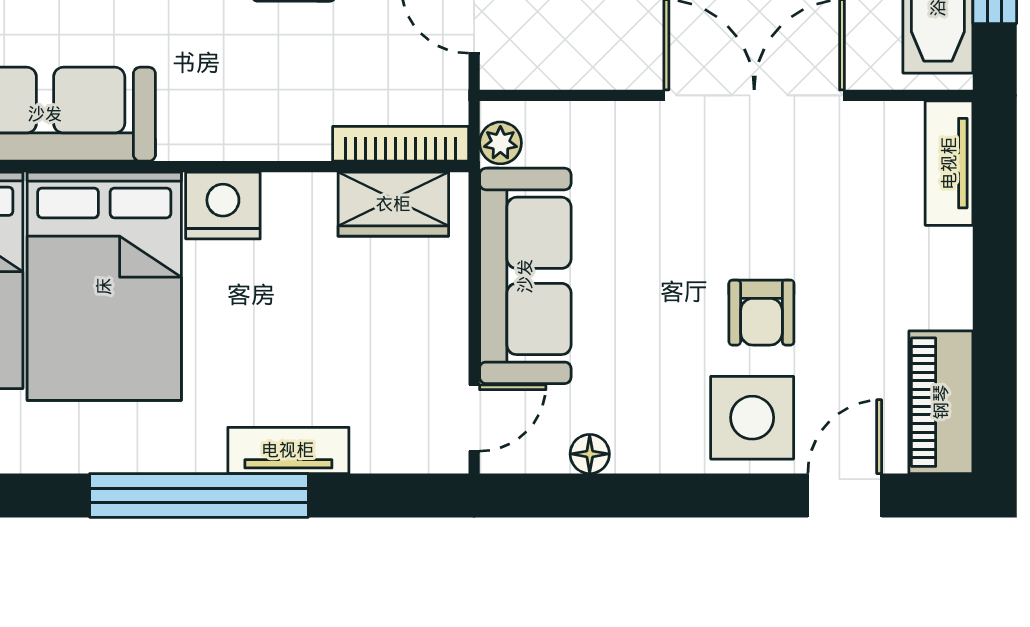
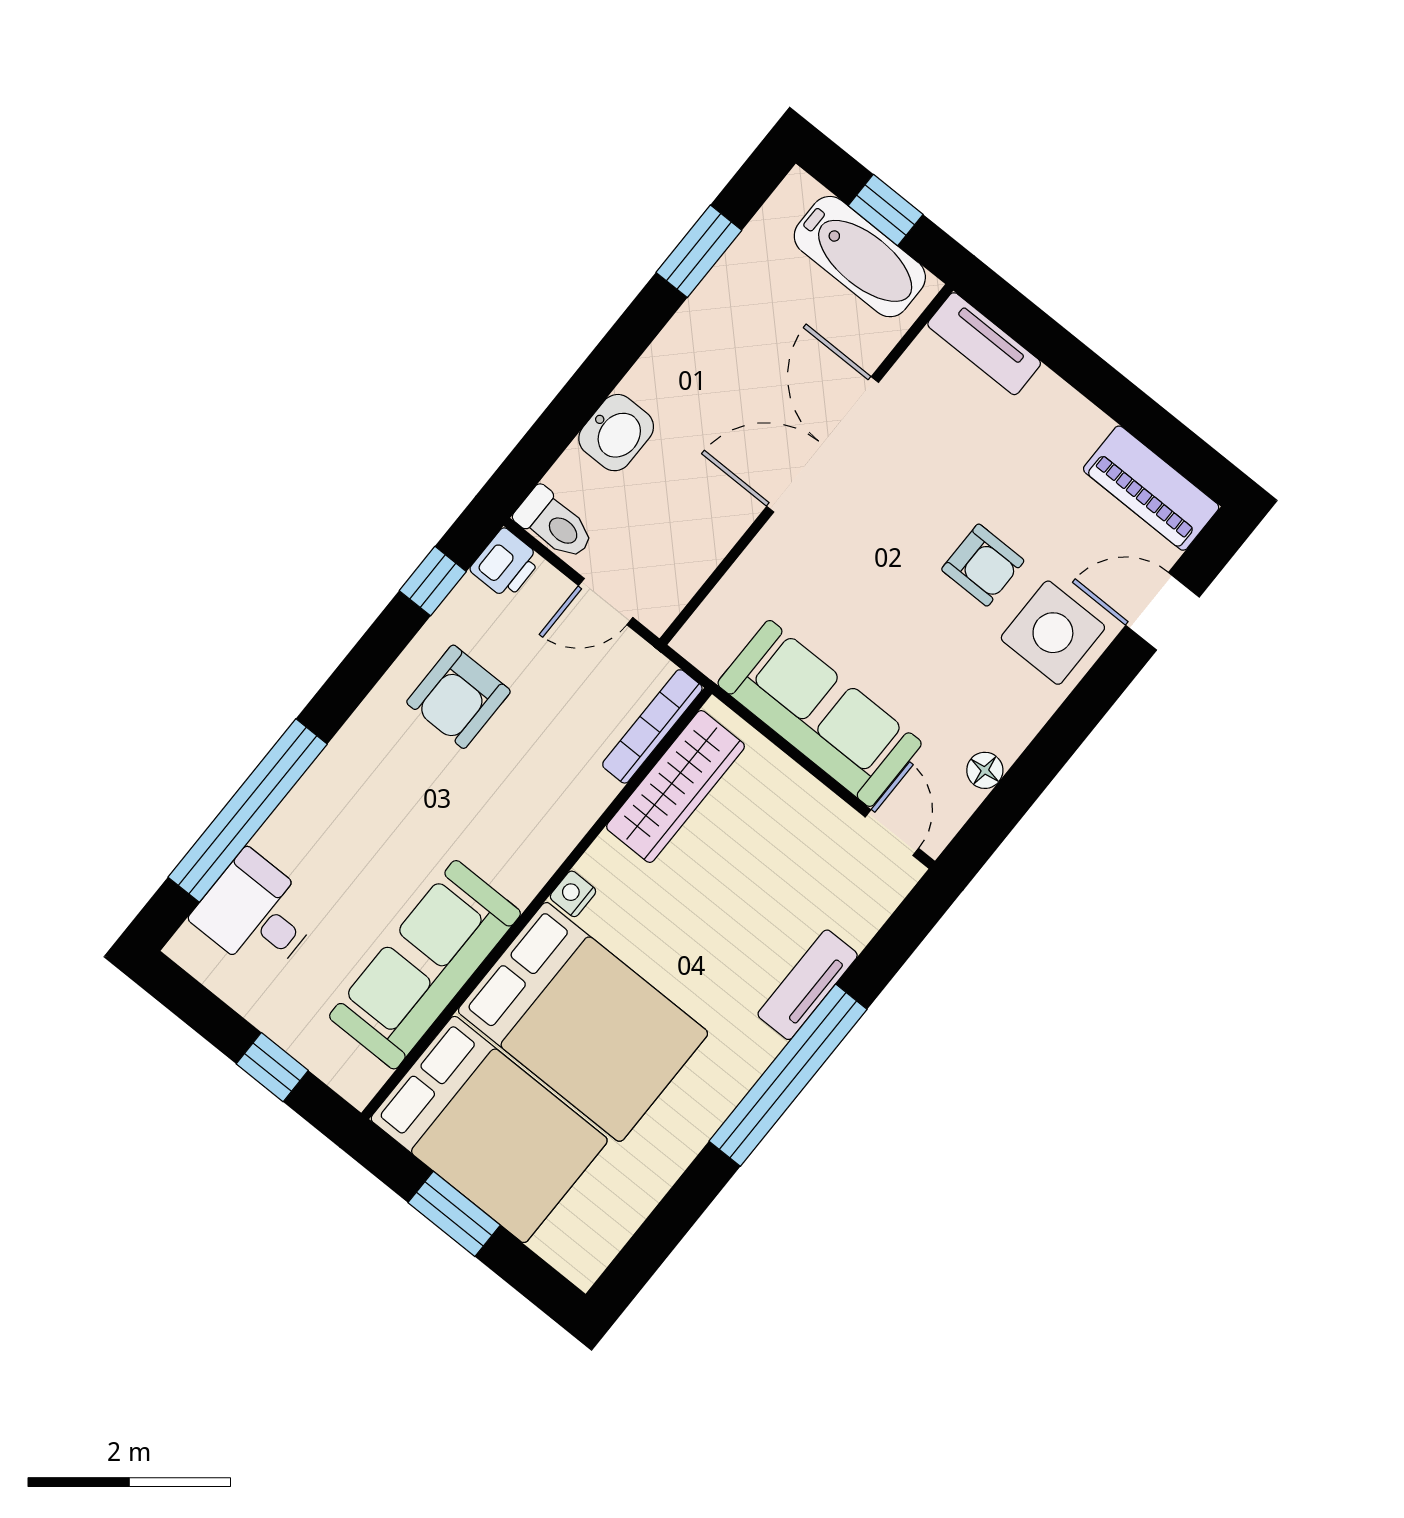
plant: (500, 143) -> (710, 654), removed
wardrobe: (393, 204) -> (676, 786), width x1.50
nightstand: (223, 205) -> (573, 894), width x0.53, depth x0.56
door: (845, 495) -> (1162, 611), hinge flipped

